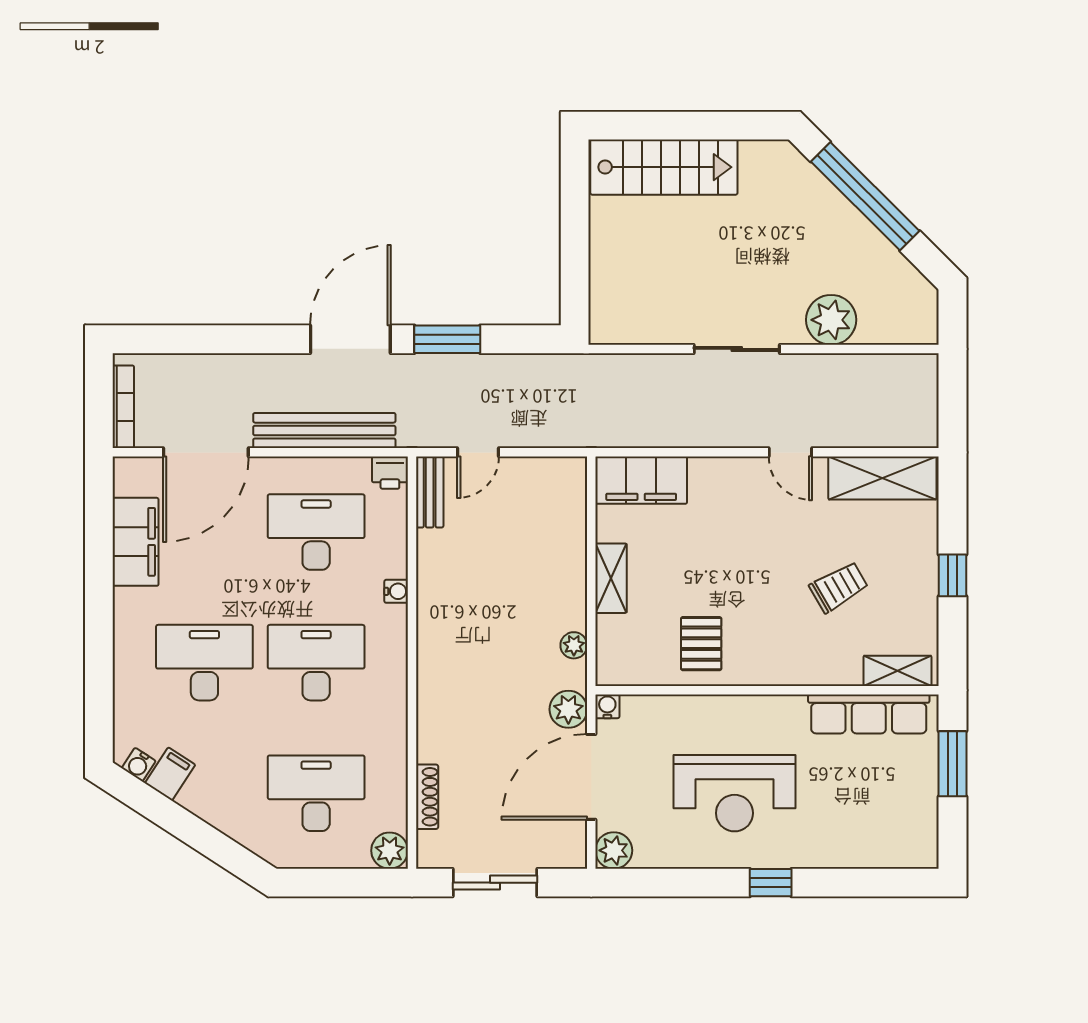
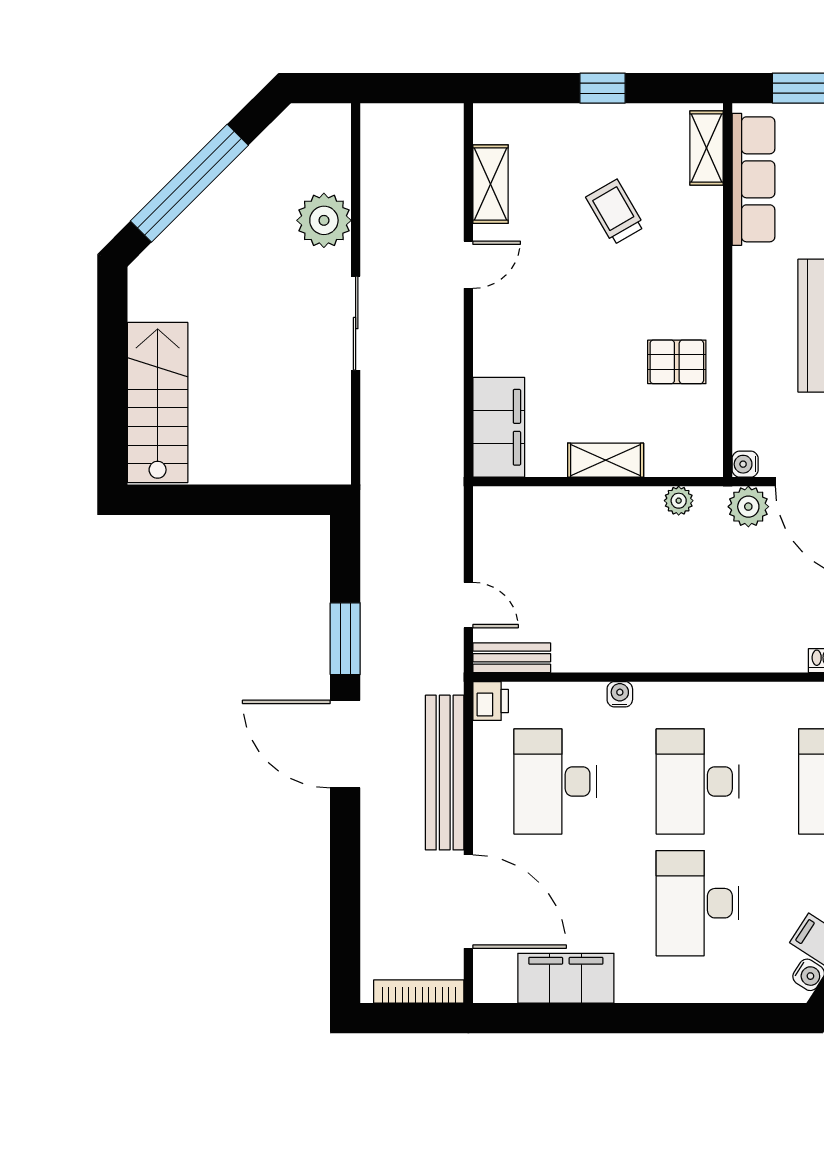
shelving: (882, 478) -> (491, 184), width x0.67, depth x0.75

